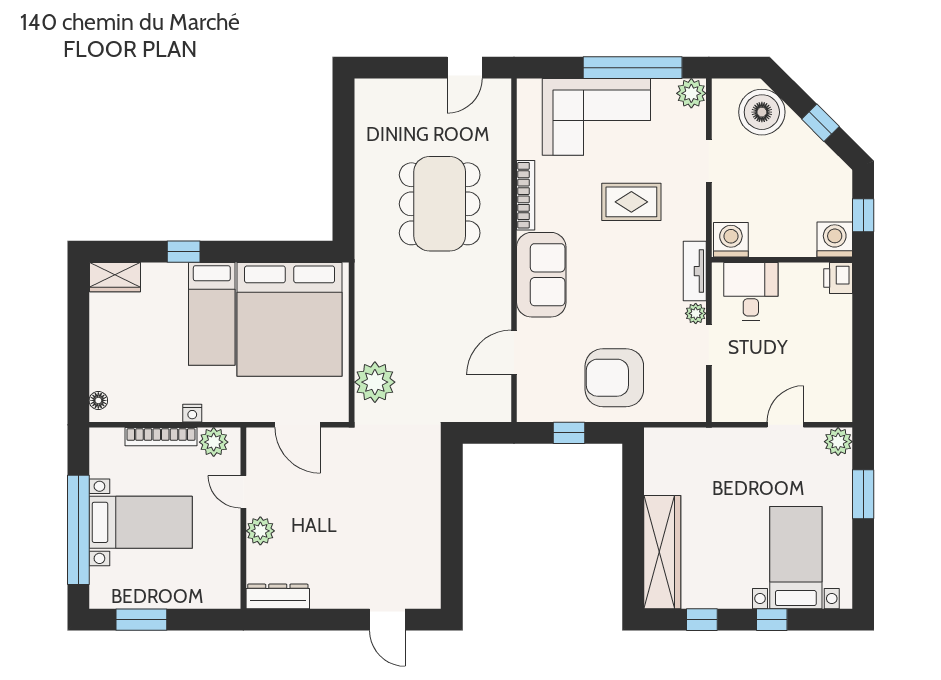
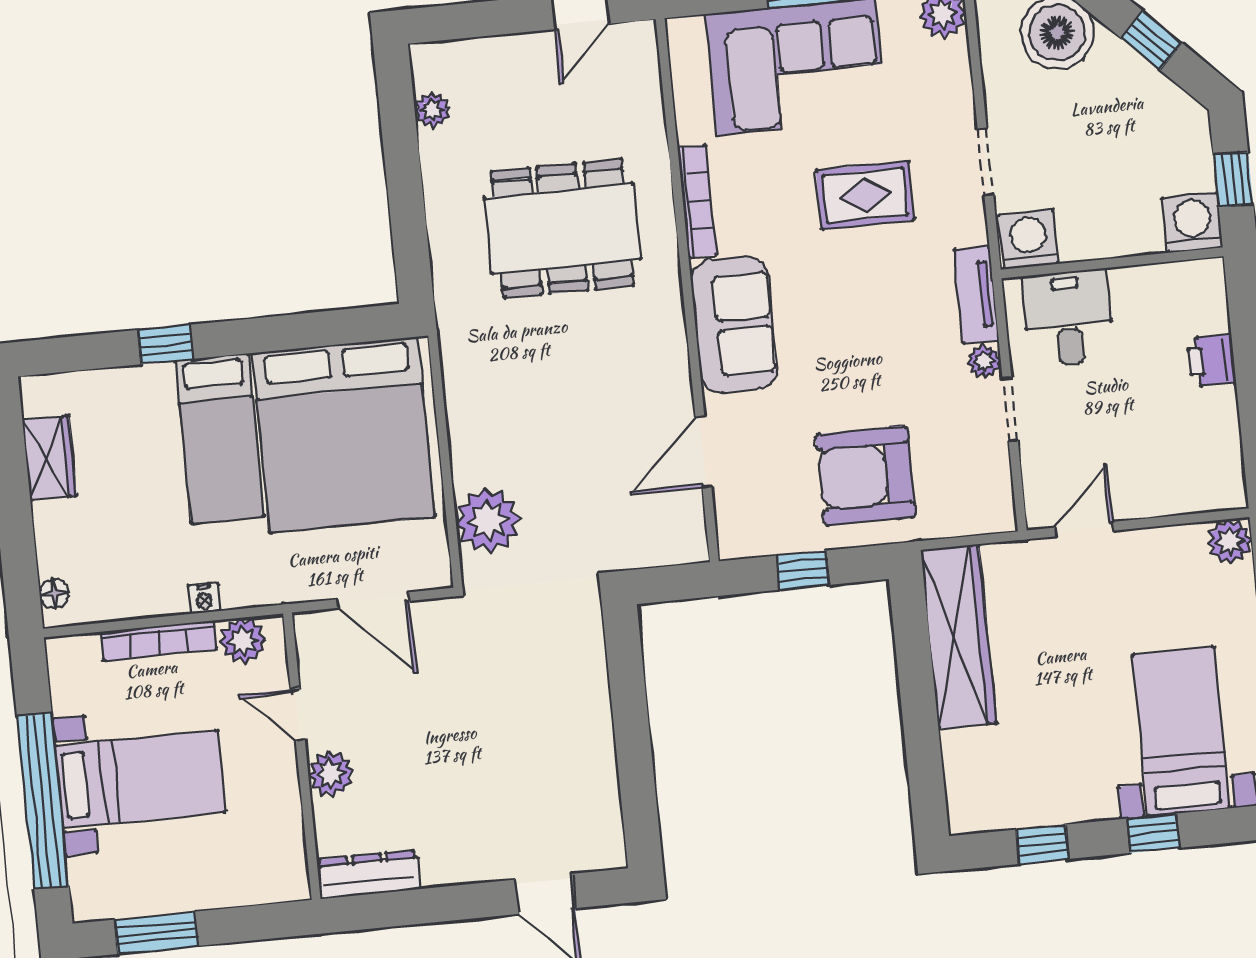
plant: (366, 122) -> (432, 110), added
doorway: (709, 161) -> (985, 162), moved
dining table: (440, 204) -> (562, 229), turned 90
wardrobe: (115, 277) -> (49, 458), moved, turned -90
printer: (838, 278) -> (1212, 360), moved
door: (785, 425) -> (1084, 529), moved
wardrobe: (662, 552) -> (958, 636), moved

